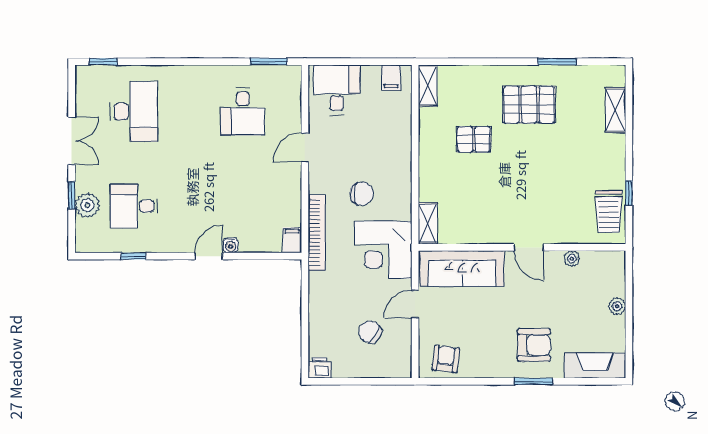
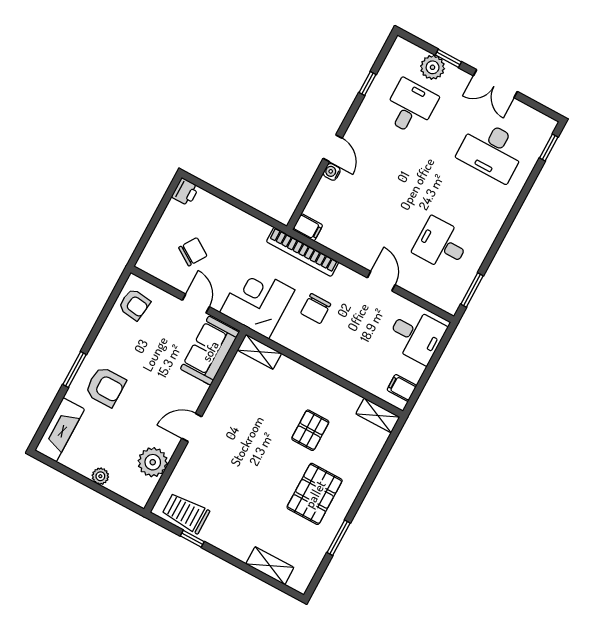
plant: (572, 259) -> (153, 462), width x1.88, depth x1.88
sofa: (462, 269) -> (210, 351), width x0.73
armchair: (534, 345) -> (105, 387), turned -90

